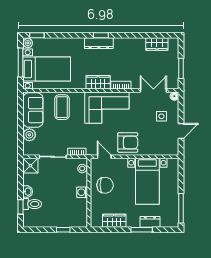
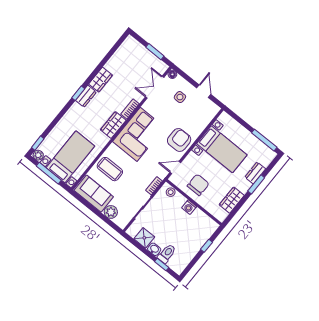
dresser: (99, 43) -> (86, 96), width x0.70
wardrobe: (157, 44) -> (101, 80), moved
shower: (30, 166) -> (144, 238), moved

